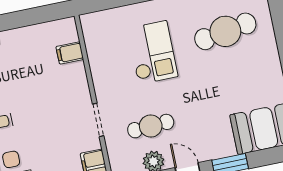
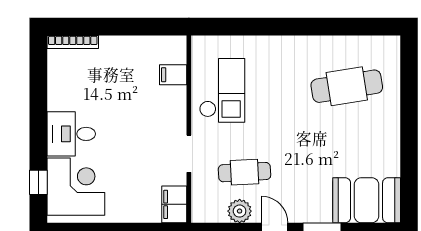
checkout: (153, 52) -> (222, 90), moved

